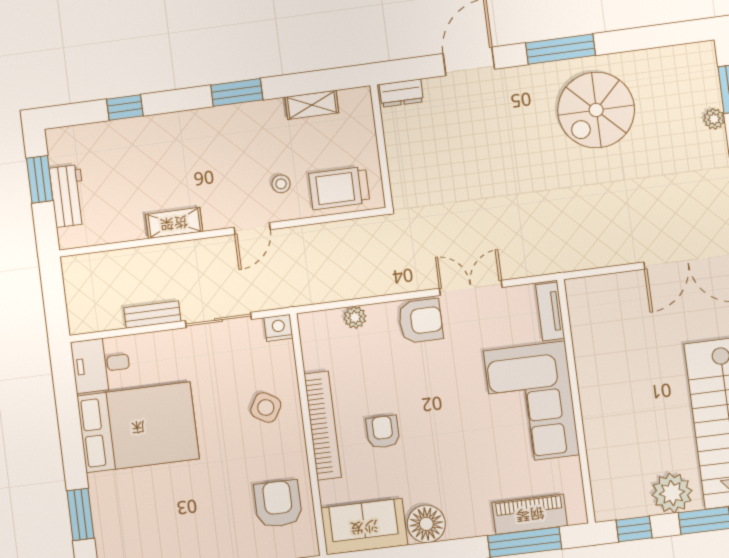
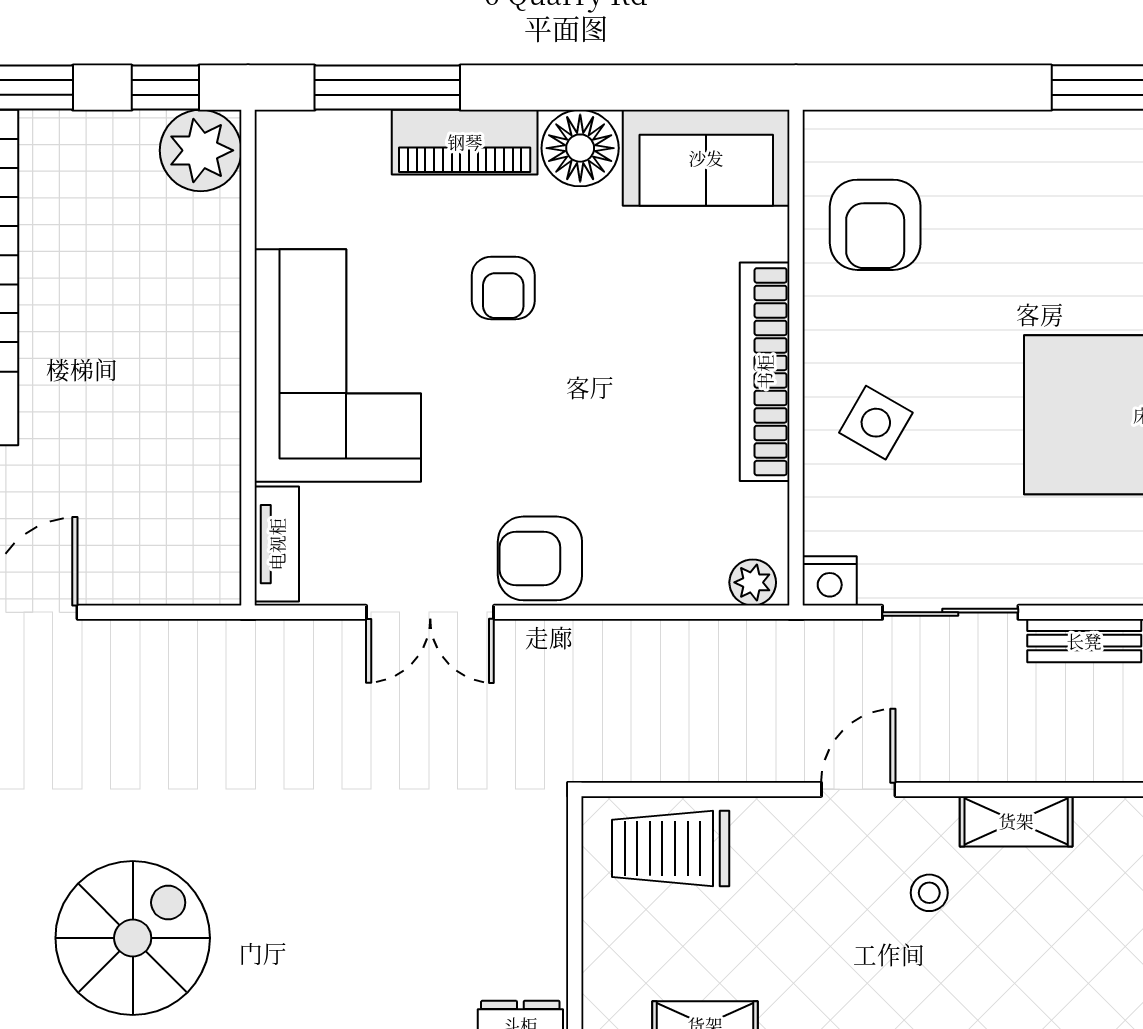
stool: (281, 184) -> (929, 893), moved
trolley: (339, 188) -> (671, 848), turned 180
plant: (355, 317) -> (753, 582), moved
armchair: (383, 432) -> (503, 288), moved
plant: (672, 493) -> (201, 150), moved
piano: (530, 514) -> (465, 142), moved

